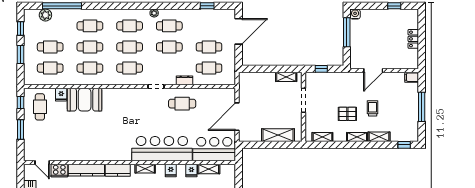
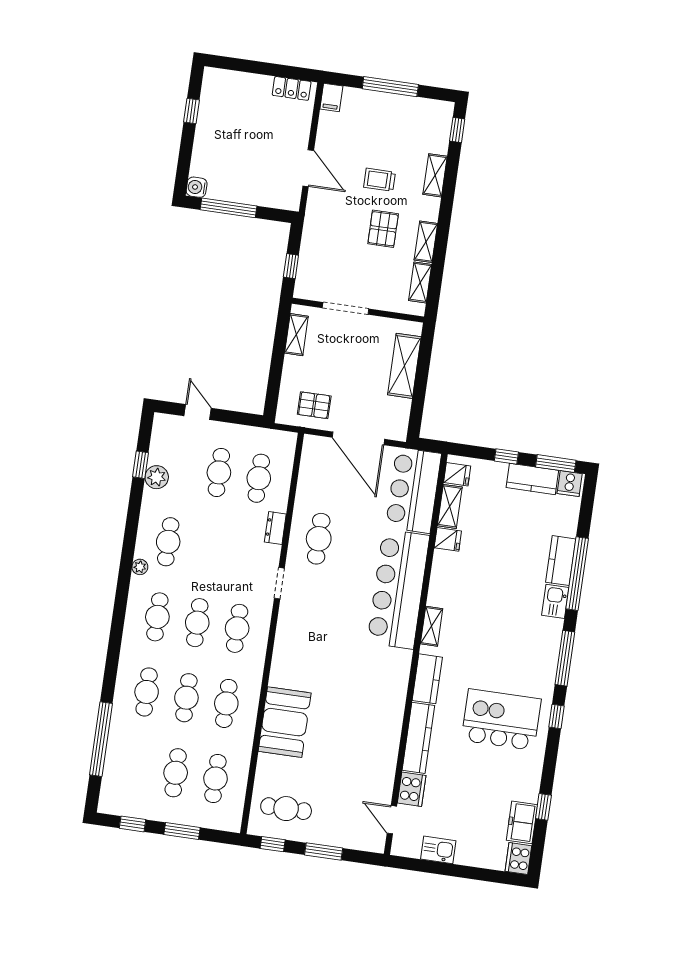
plant: (45, 15) -> (157, 477), moved
door: (239, 31) -> (198, 412), width x0.53
locker: (413, 39) -> (292, 88), moved
cafe table: (169, 47) -> (208, 548), removed
pallet: (251, 91) -> (314, 405), added
fridge: (61, 95) -> (269, 765), removed
shelving: (357, 137) -> (426, 242), moved
door: (42, 162) -> (392, 820), swing flipped
fridge: (171, 170) -> (457, 474), moved

